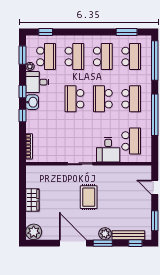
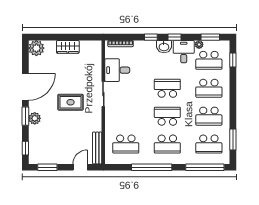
desk: (108, 150) -> (117, 70), moved
bench: (128, 235) -> (97, 148), moved

